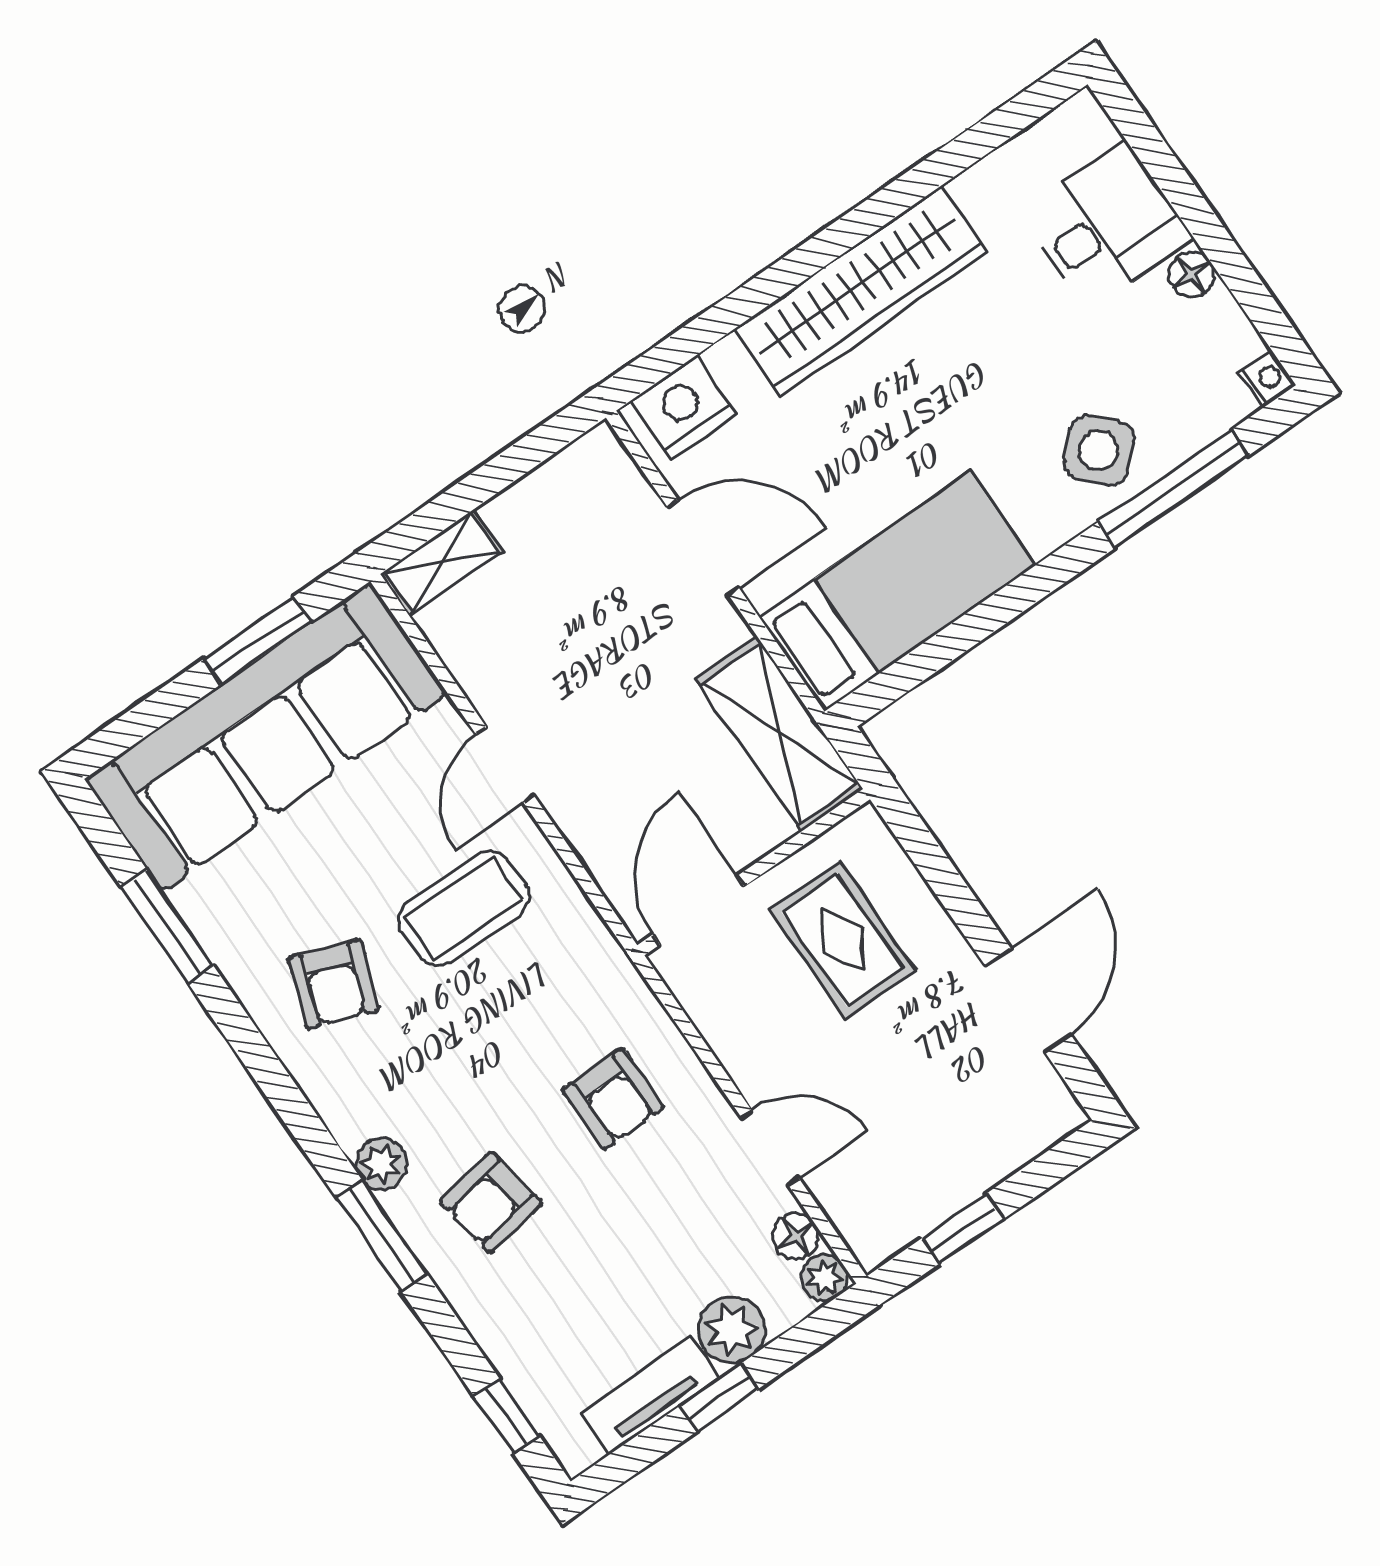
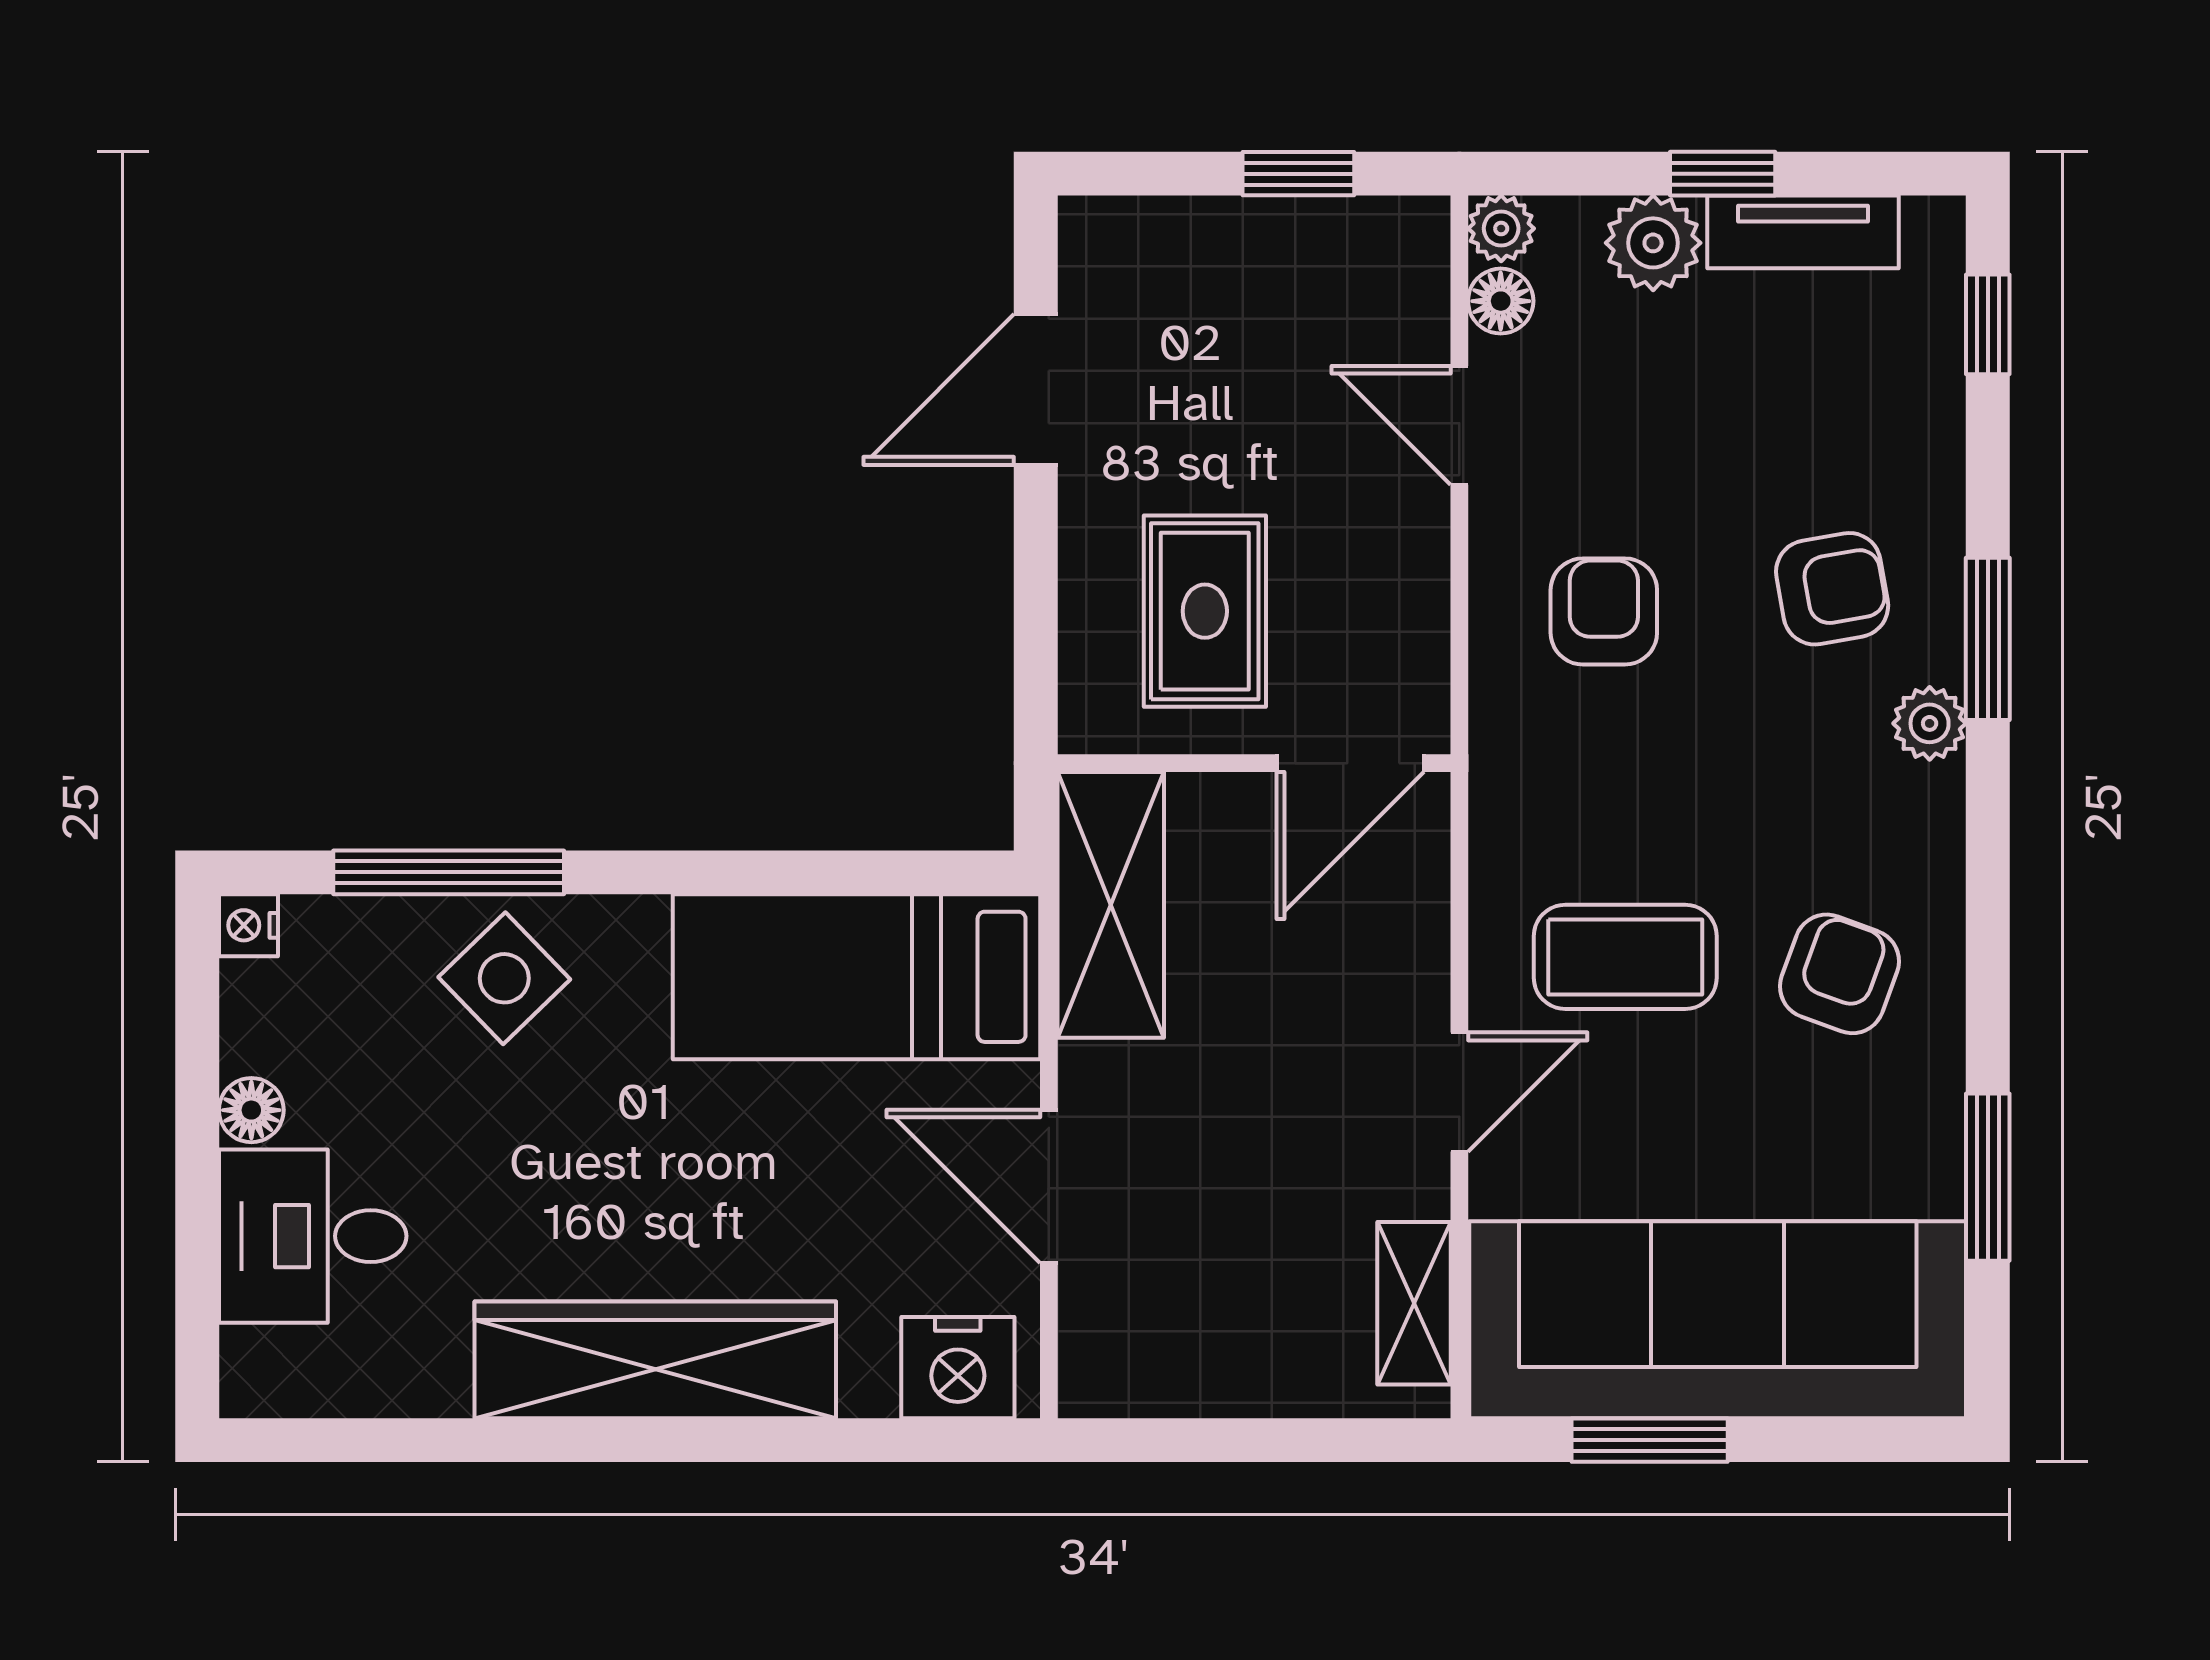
shelving: (441, 563) -> (1414, 1303), moved, turned 90

